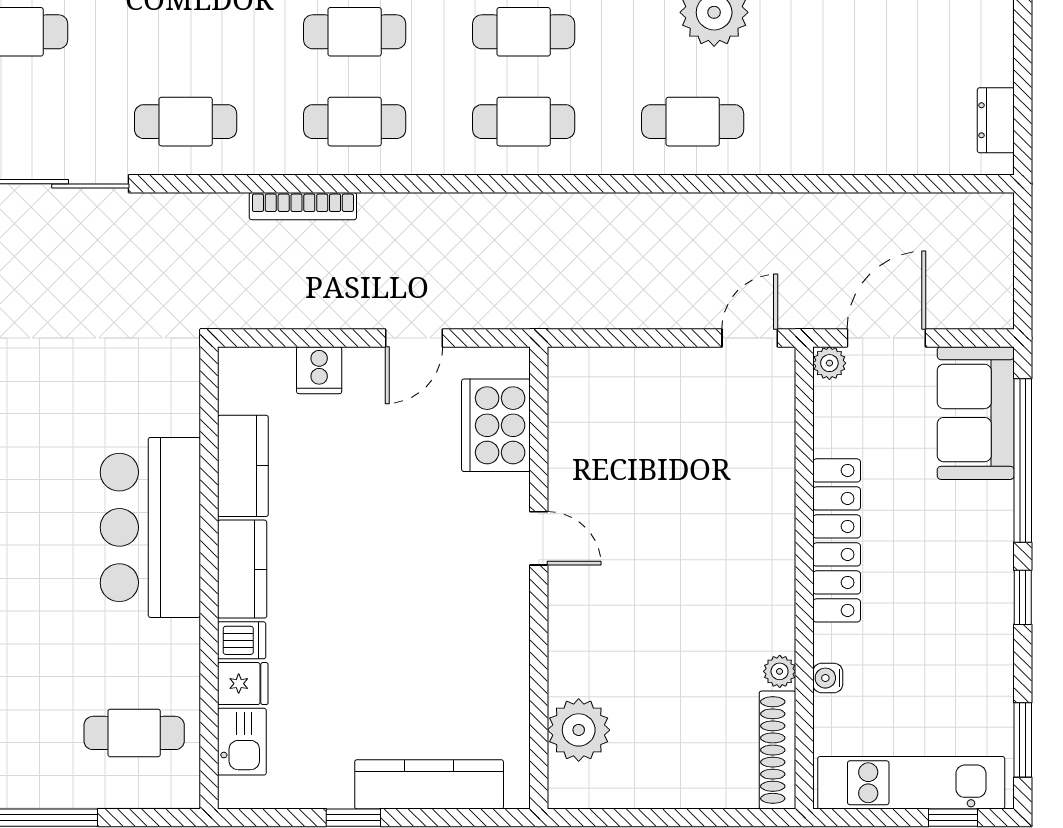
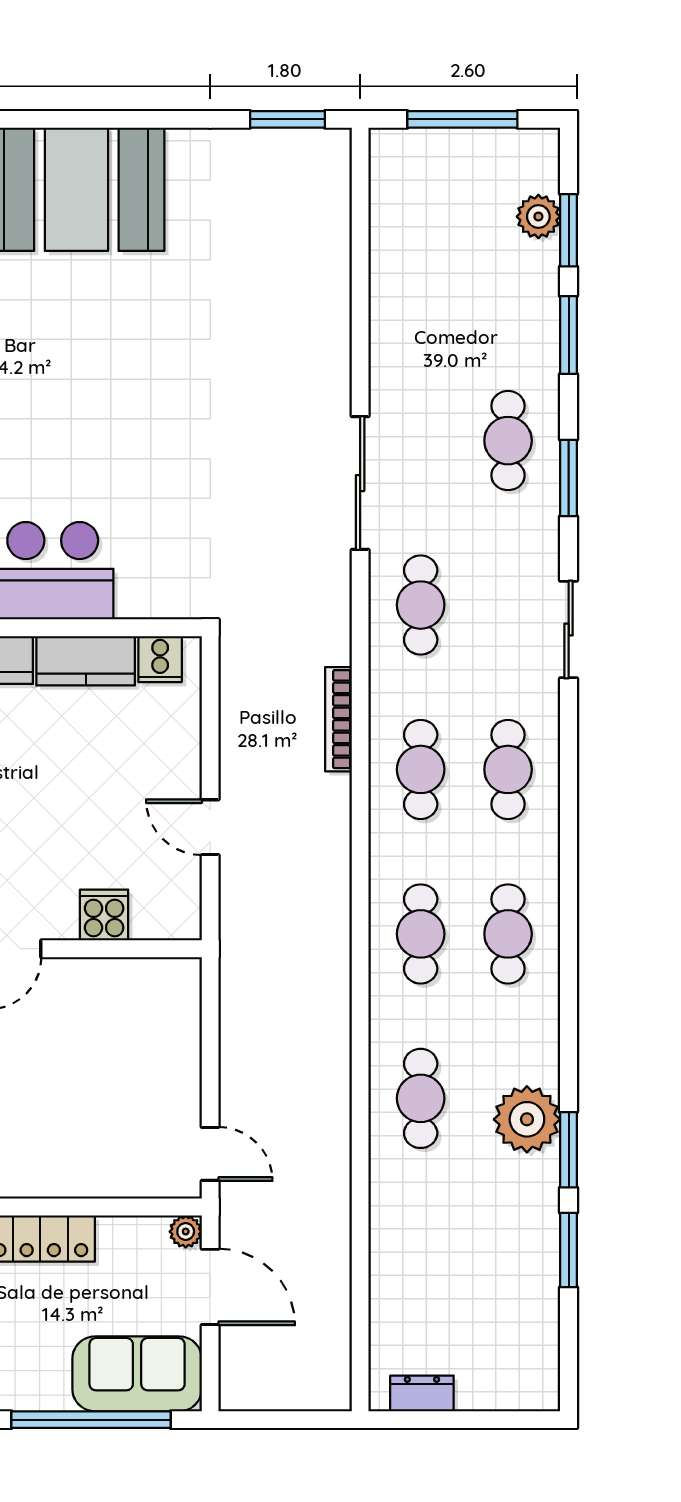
cooker: (319, 370) -> (160, 659), moved, turned -90
cooker: (496, 425) -> (104, 915), width x0.53, depth x0.76

